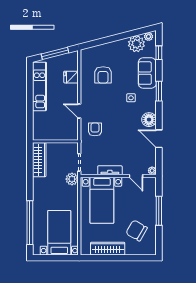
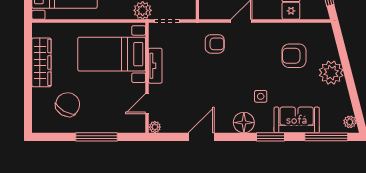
plant: (136, 44) -> (331, 73), moved
window: (159, 53) -> (326, 137), width x2.17
floor lamp: (149, 120) -> (244, 123), moved

